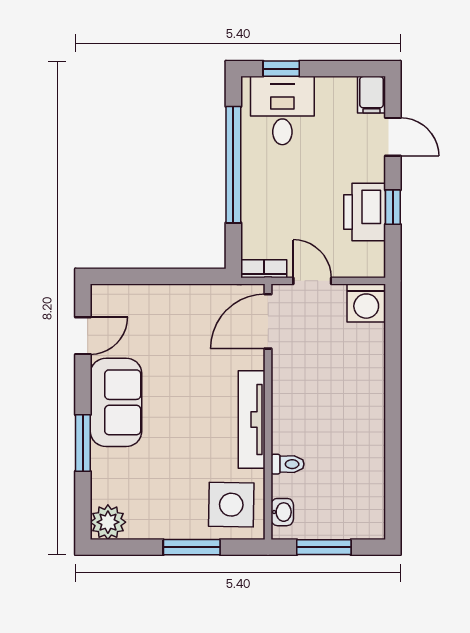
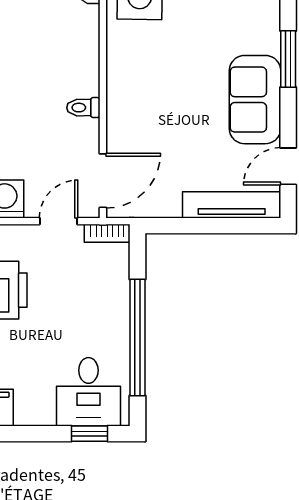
door: (312, 281) -> (58, 221), swing flipped
tv unit: (252, 420) -> (232, 205), moved, turned -90
toilet: (287, 464) -> (83, 108), moved

